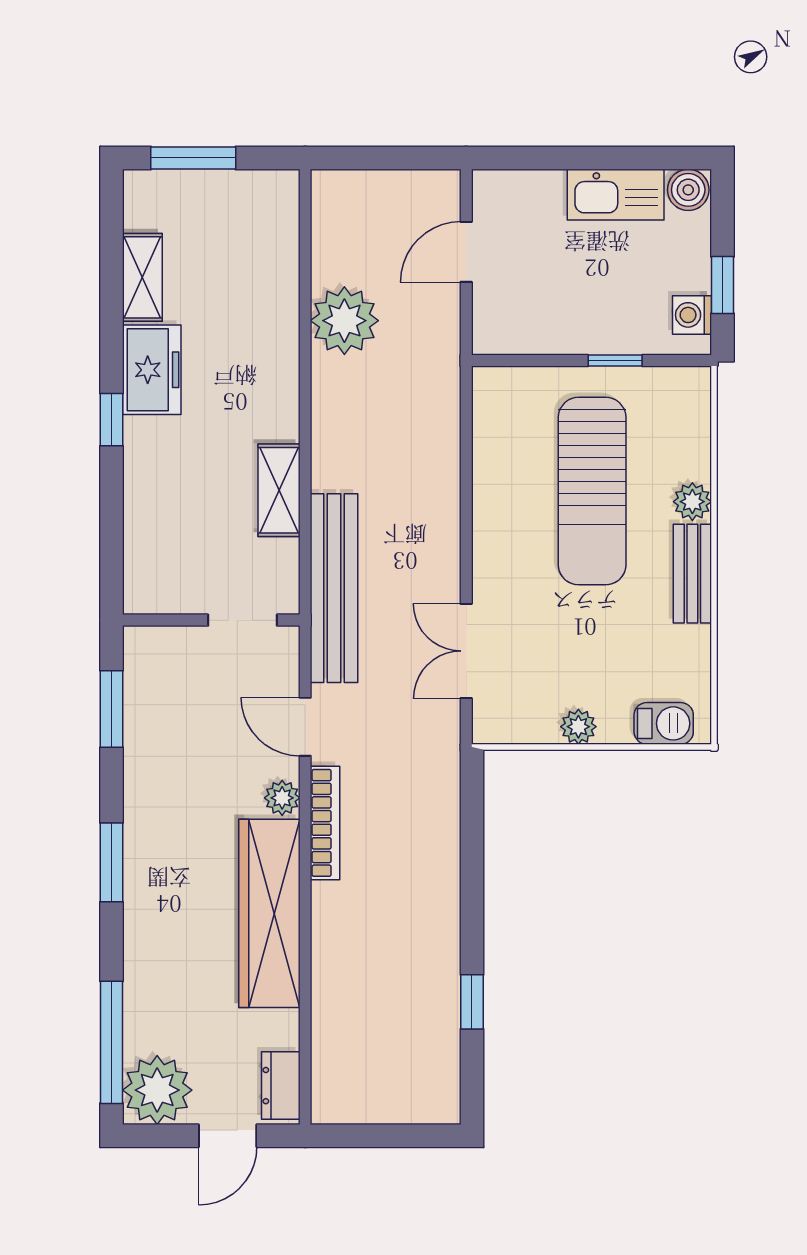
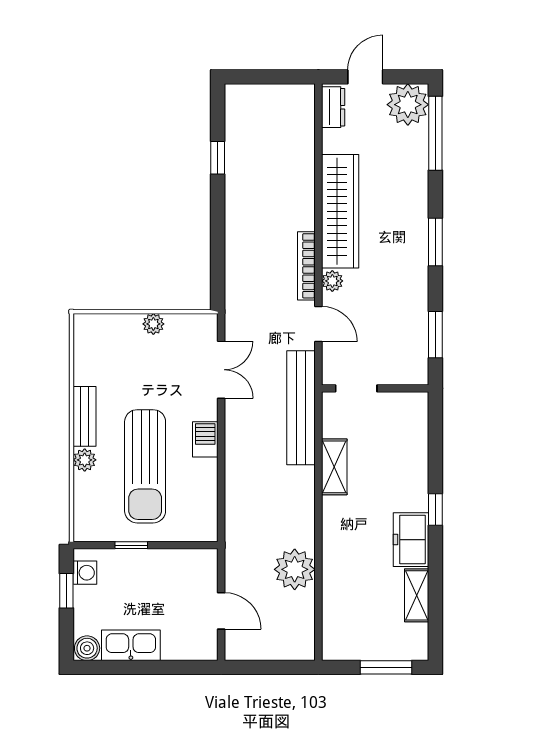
door: (466, 252) -> (221, 611), hinge flipped
sun lounger: (592, 491) -> (145, 466), turned 180
barbecue: (664, 723) -> (205, 439), moved, turned 90

